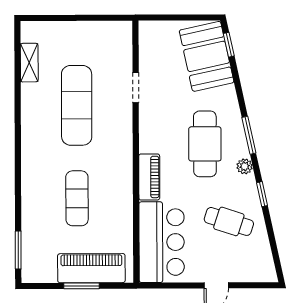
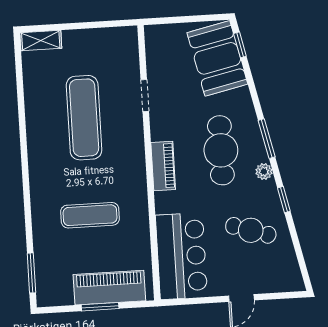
shelving: (29, 63) -> (41, 41), moved, turned 90
piano: (149, 177) -> (163, 166), moved
exercise mat: (77, 198) -> (90, 215), turned 90

